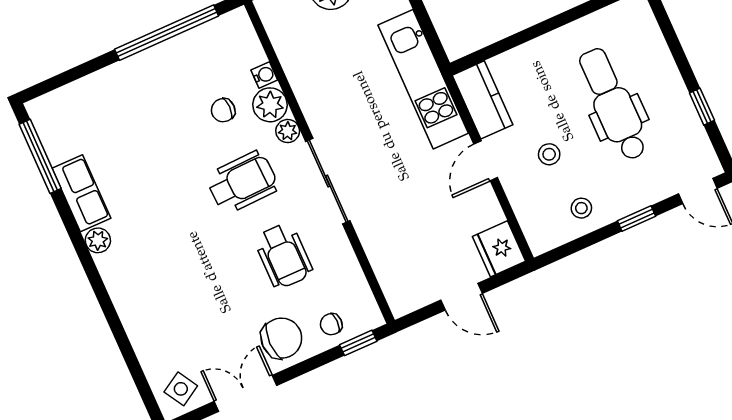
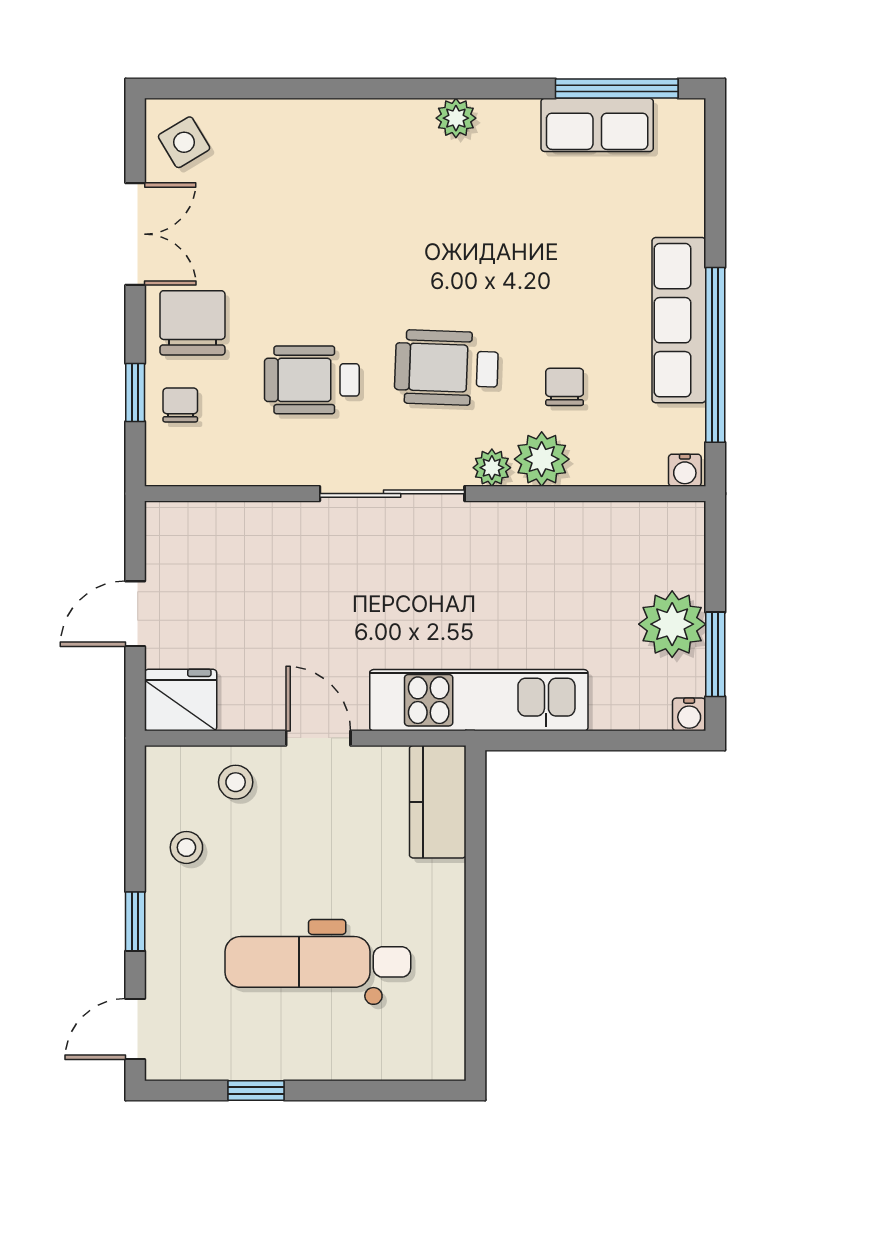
row of seats: (156, 62) -> (679, 320), added
water cooler: (264, 75) -> (685, 470), moved
kitchen counter: (483, 100) -> (438, 802), moved, turned 90
dental chair: (613, 104) -> (318, 962), turned 180
stool: (549, 154) -> (236, 782), moved
wheelchair: (242, 182) -> (446, 368), turned 94
row of seats: (81, 193) -> (597, 125), moved
chair: (281, 338) -> (192, 323), turned 180
window: (358, 343) -> (135, 393), moved

